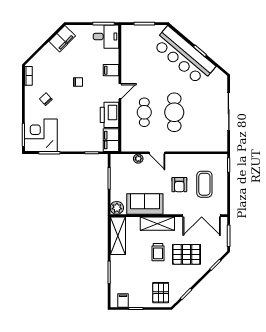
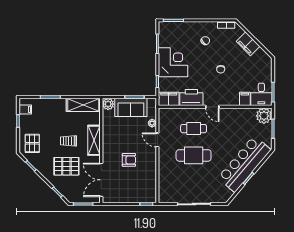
plant: (130, 34) -> (264, 116), added
filing cabinet: (62, 39) -> (248, 44), moved
filing cabinet: (111, 70) -> (245, 99), moved
corner desk: (41, 135) -> (173, 62), moved
door: (157, 153) -> (157, 140), hinge flipped
coffee table: (204, 184) -> (129, 182), removed
armchair: (179, 185) -> (129, 160), turned 180
sofa: (145, 204) -> (131, 107), moved, turned 90
pallet: (186, 254) -> (66, 166), turned 90
pallet: (161, 293) -> (32, 143), turned 90

